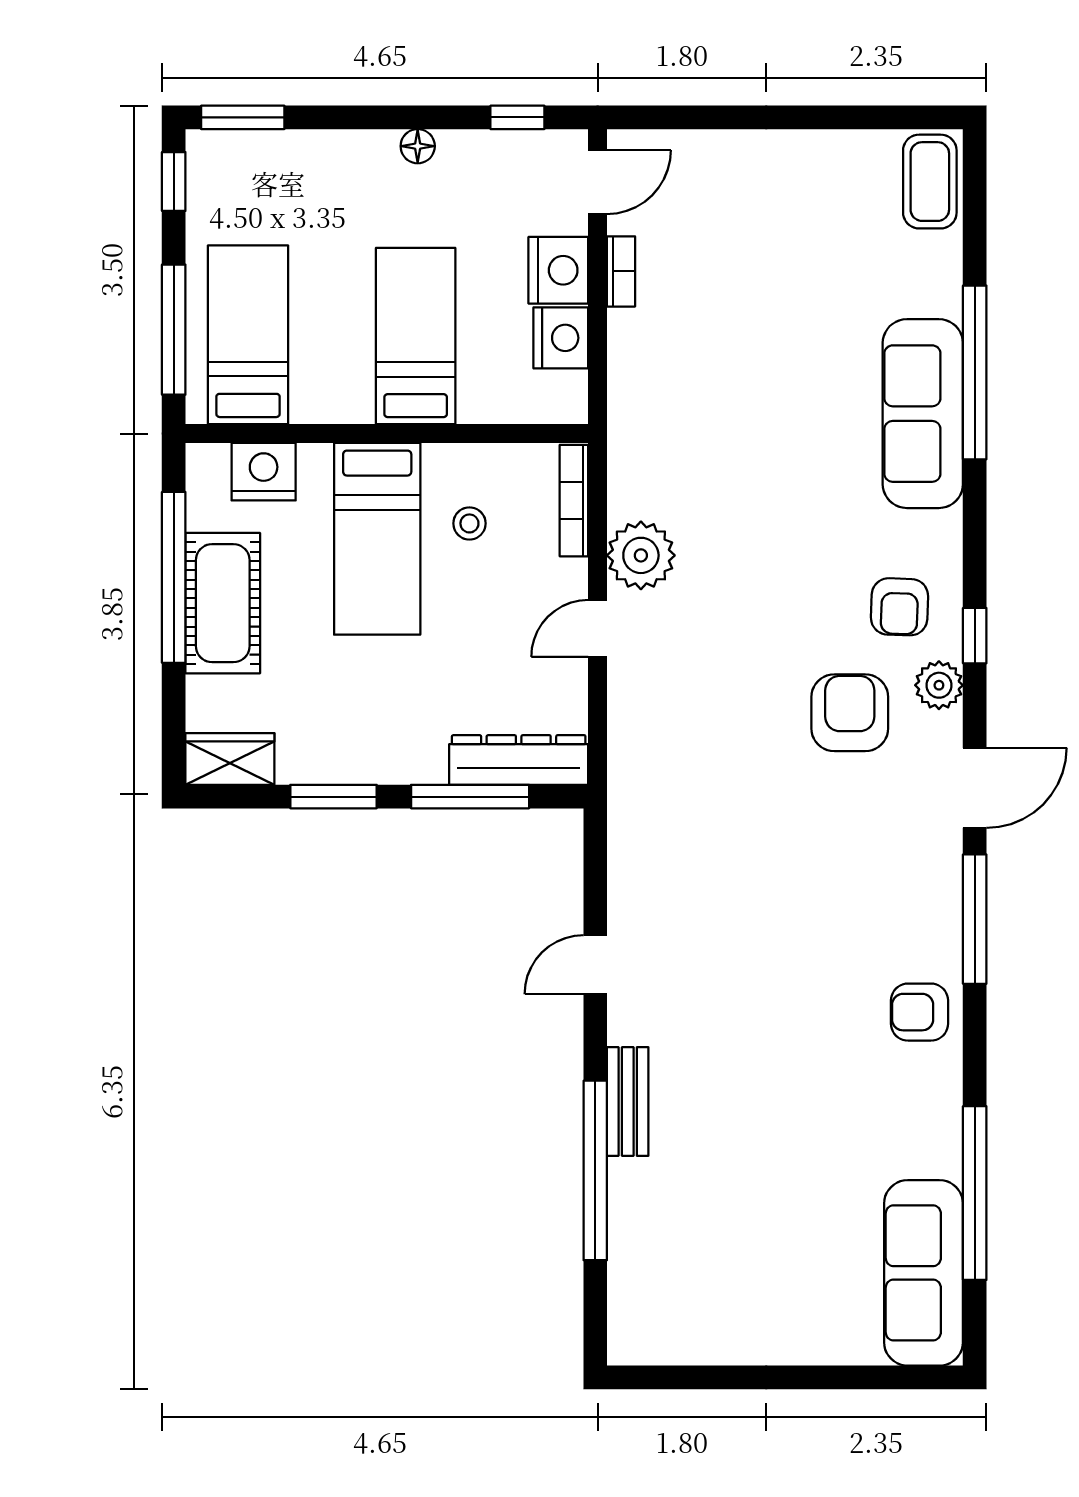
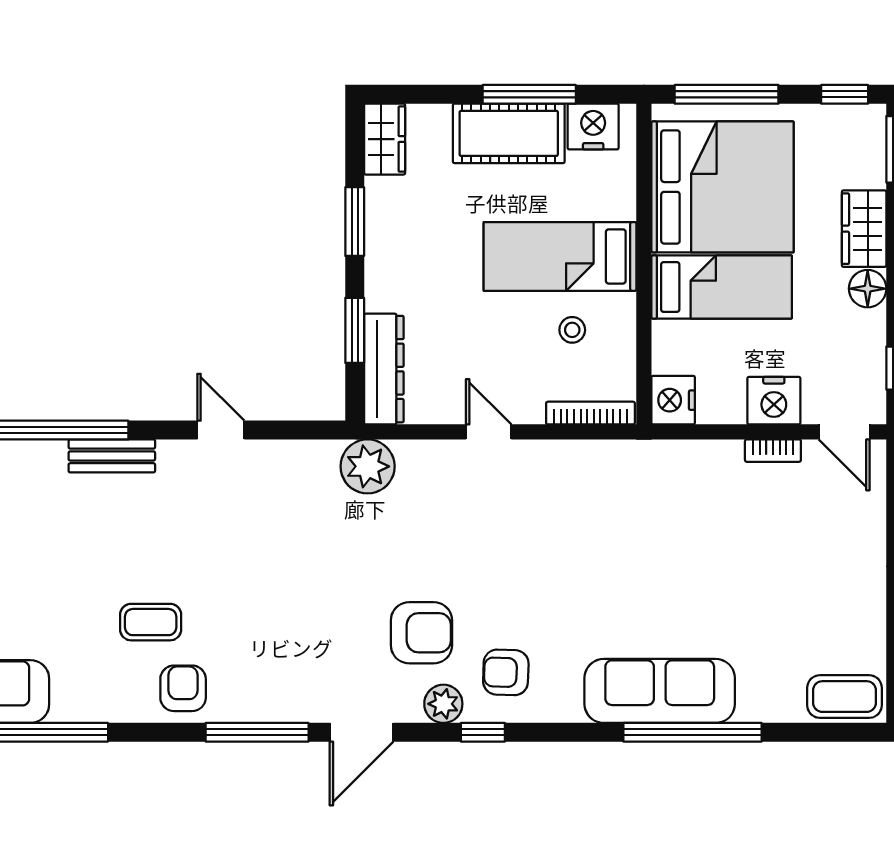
floor lamp: (418, 146) -> (868, 289), width x1.37, depth x1.37
wardrobe: (342, 157) -> (864, 229), added
bed: (248, 335) -> (722, 187), width x2.04
nightstand: (561, 338) -> (673, 400), moved, turned 90
nightstand: (264, 472) -> (593, 127), moved, turned -90
plant: (641, 555) -> (368, 466), moved
window: (174, 577) -> (529, 94), width x0.68
door: (975, 788) -> (362, 732), hinge flipped
window: (470, 797) -> (355, 330), width x0.69
coffee table: (836, 1053) -> (151, 622), added

